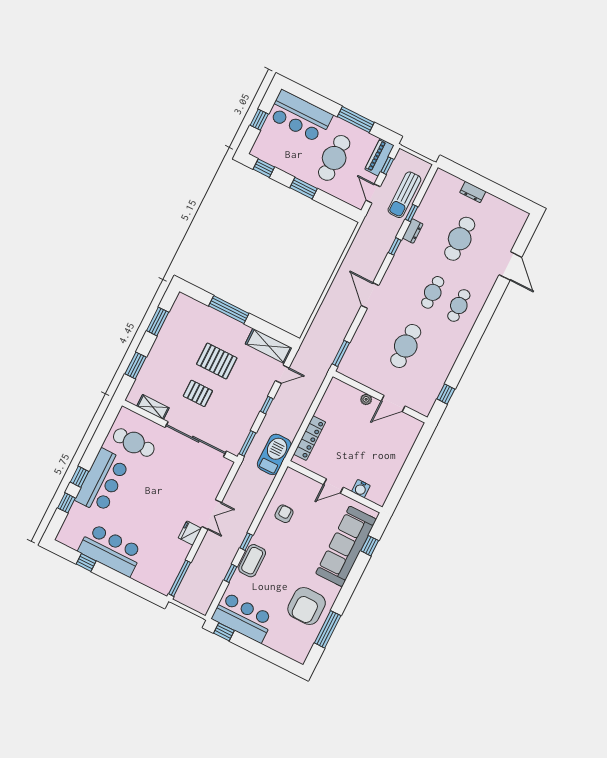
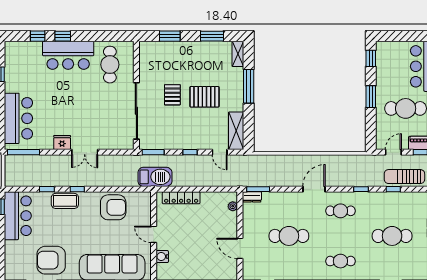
window: (259, 120) -> (406, 36), removed
dresser: (413, 231) -> (252, 197), moved
cafe table: (433, 292) -> (340, 211), moved
pallet: (217, 361) -> (204, 97), turned 90
plant: (366, 399) -> (233, 206), moved
shelving: (153, 407) -> (238, 54), moved
armchair: (284, 514) -> (113, 207), width x1.88, depth x1.88
bar counter: (111, 550) -> (18, 118), moved

